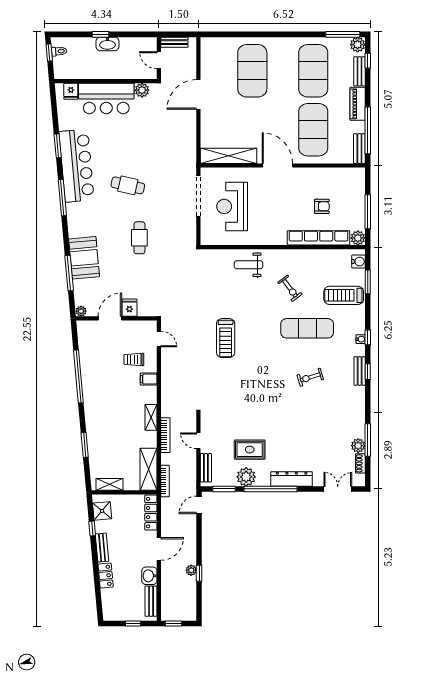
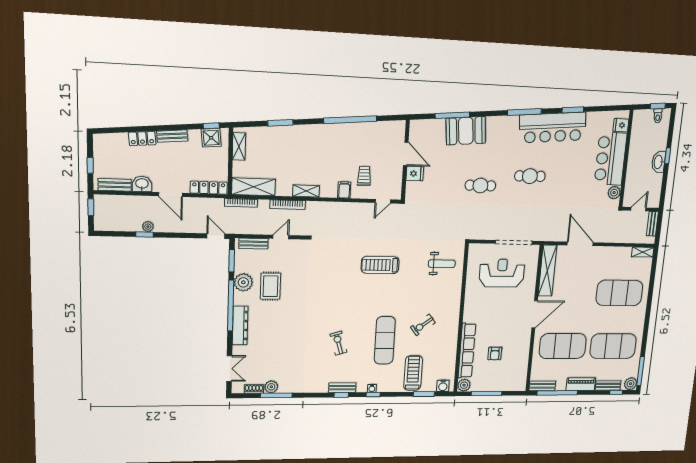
shelving: (206, 49) -> (643, 252), added
door: (198, 94) -> (580, 244), moved
cafe table: (128, 185) -> (530, 176), turned 76
weight bench: (249, 265) -> (442, 264), moved, turned 90
plant: (81, 311) -> (415, 125), removed
window: (92, 529) -> (211, 126), moved

